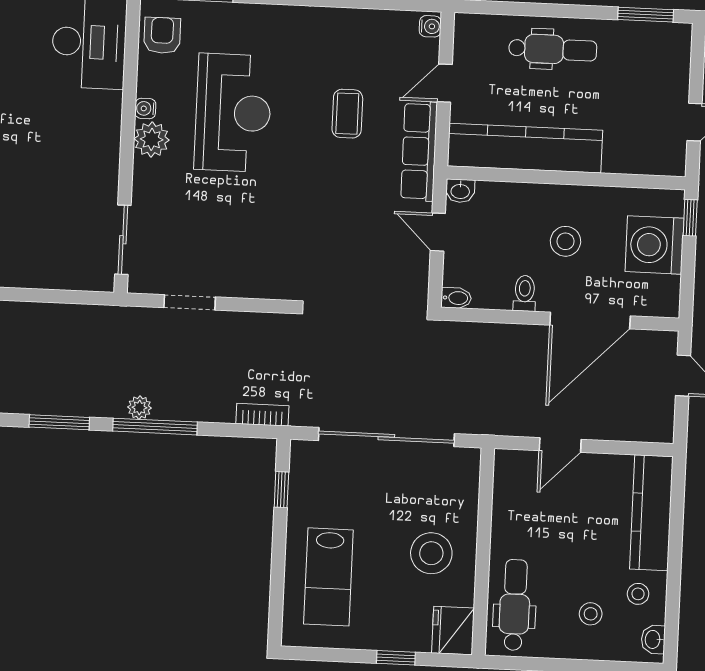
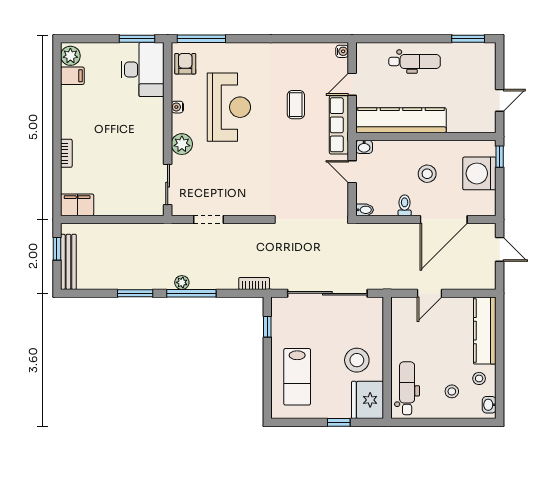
plant: (152, 139) -> (182, 144), moved
fridge: (453, 631) -> (368, 400), width x1.36, depth x1.34

